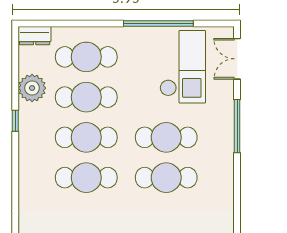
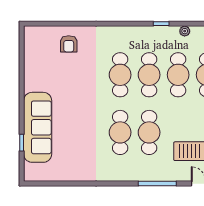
plant: (32, 88) -> (185, 31), width x0.53, depth x0.53

